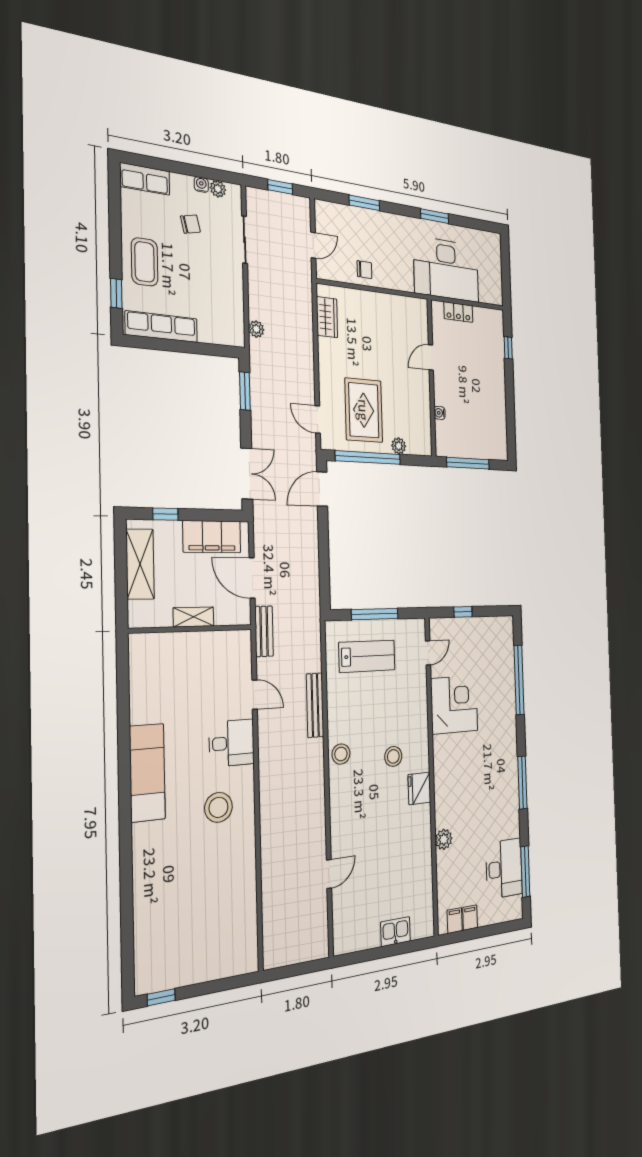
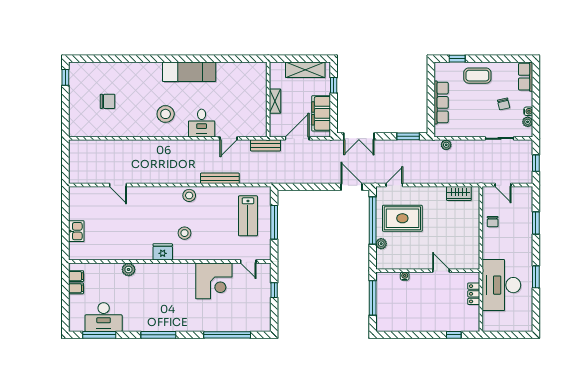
row of seats: (162, 327) -> (441, 102), moved
chair: (200, 913) -> (107, 101), added

